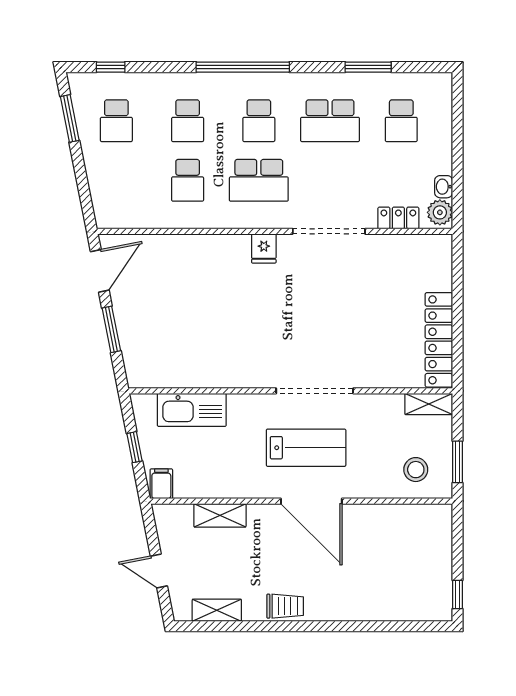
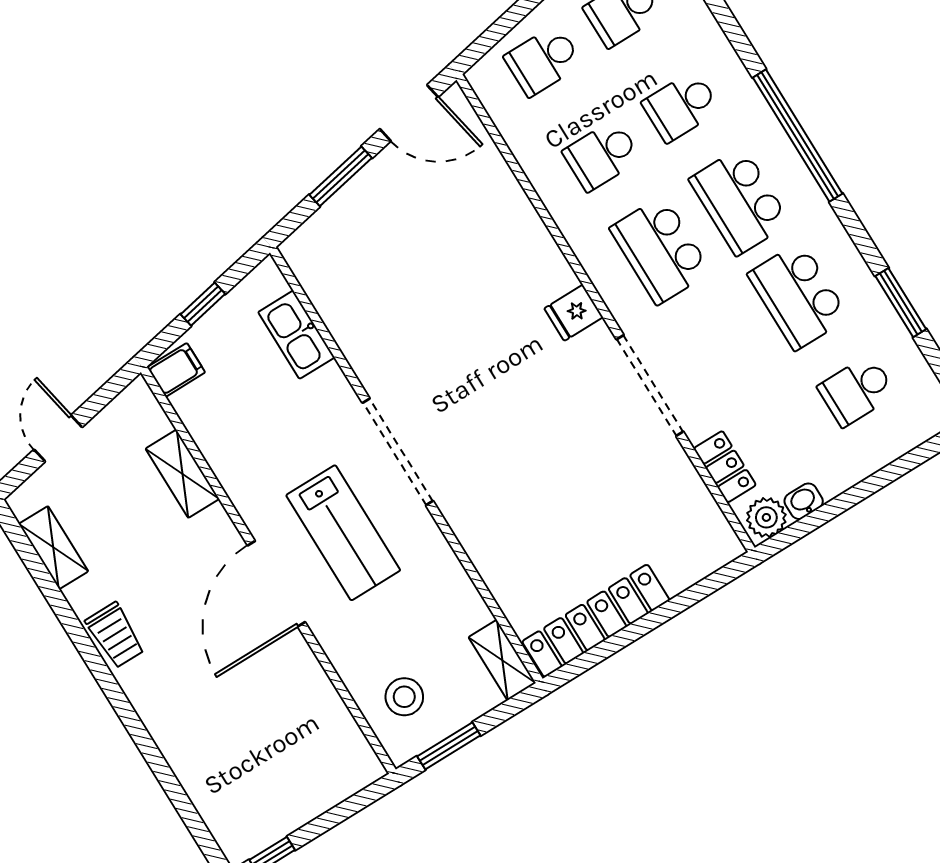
school desk: (259, 121) -> (740, 201), width x1.85
school desk: (116, 180) -> (543, 60), added
doorway: (315, 391) -> (398, 452), moved
kitchen sink: (192, 410) -> (296, 335), width x0.73, depth x0.81

